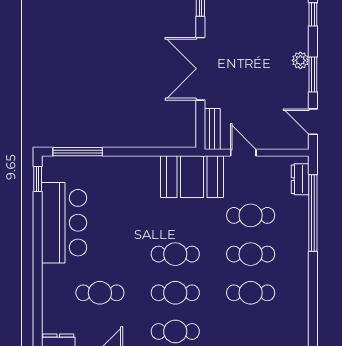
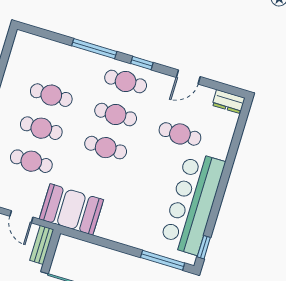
bar counter: (64, 223) -> (193, 203), width x1.36

